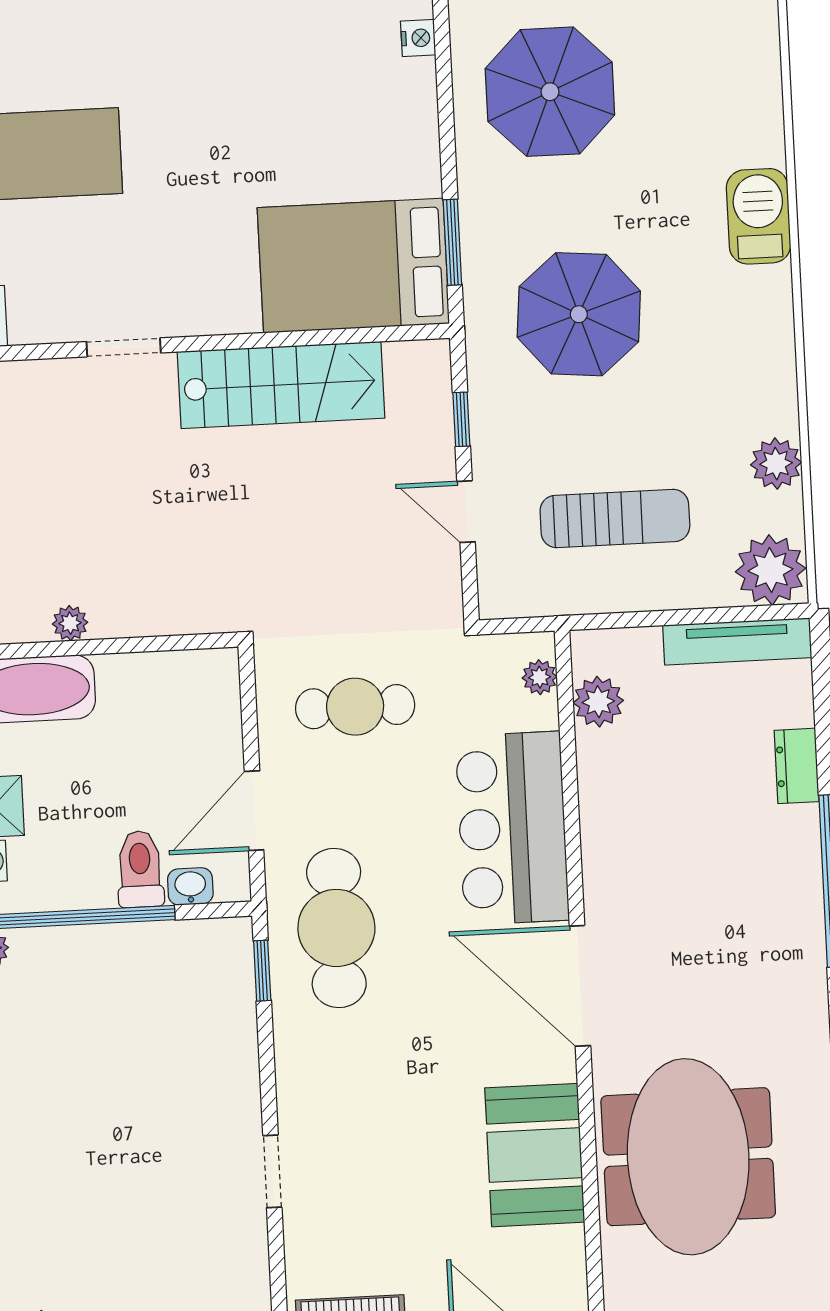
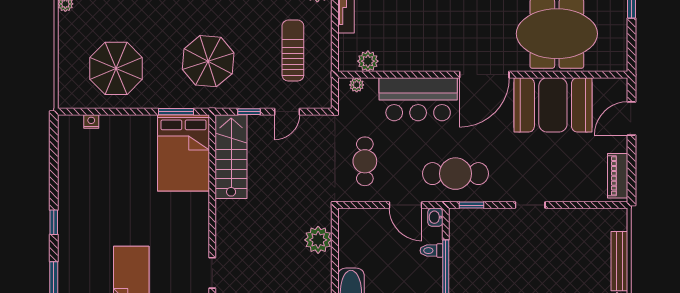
doorway: (124, 347) -> (212, 273), moved
stairs: (281, 385) -> (231, 157), moved
plant: (70, 623) -> (318, 240), moved, width x1.88, depth x1.88
toilet: (140, 869) -> (432, 251), width x0.73, depth x0.72
washbasin: (190, 886) -> (435, 217), moved
booth: (535, 1155) -> (553, 105), width x1.36, depth x1.42
doorway: (272, 1171) -> (530, 205), moved

